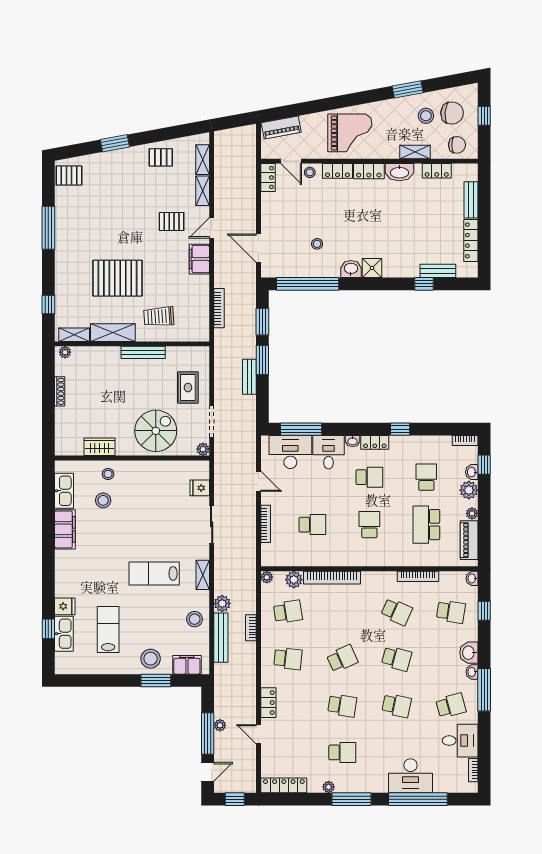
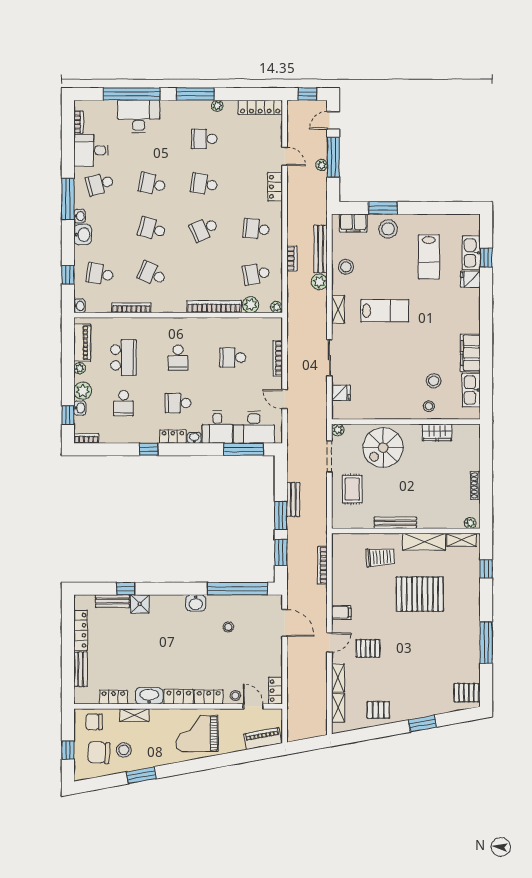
filing cabinet: (199, 259) -> (341, 612), width x0.50
shower: (372, 268) -> (140, 604), moved

